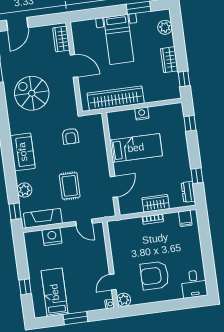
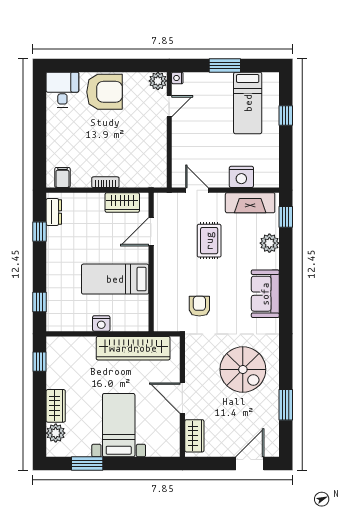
wardrobe: (169, 60) -> (56, 406), moved
wardrobe: (156, 203) -> (122, 202), moved
armchair: (155, 276) -> (105, 92), moved

